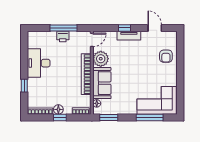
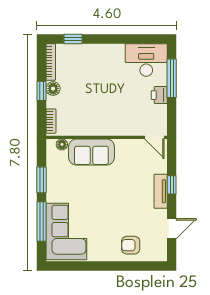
window: (63, 28) -> (172, 78), moved
plant: (101, 59) -> (127, 150), removed
desk: (39, 63) -> (146, 60), moved
bookcase: (86, 74) -> (104, 129), removed
window: (24, 86) -> (73, 39), moved
window: (109, 117) -> (41, 180), moved

